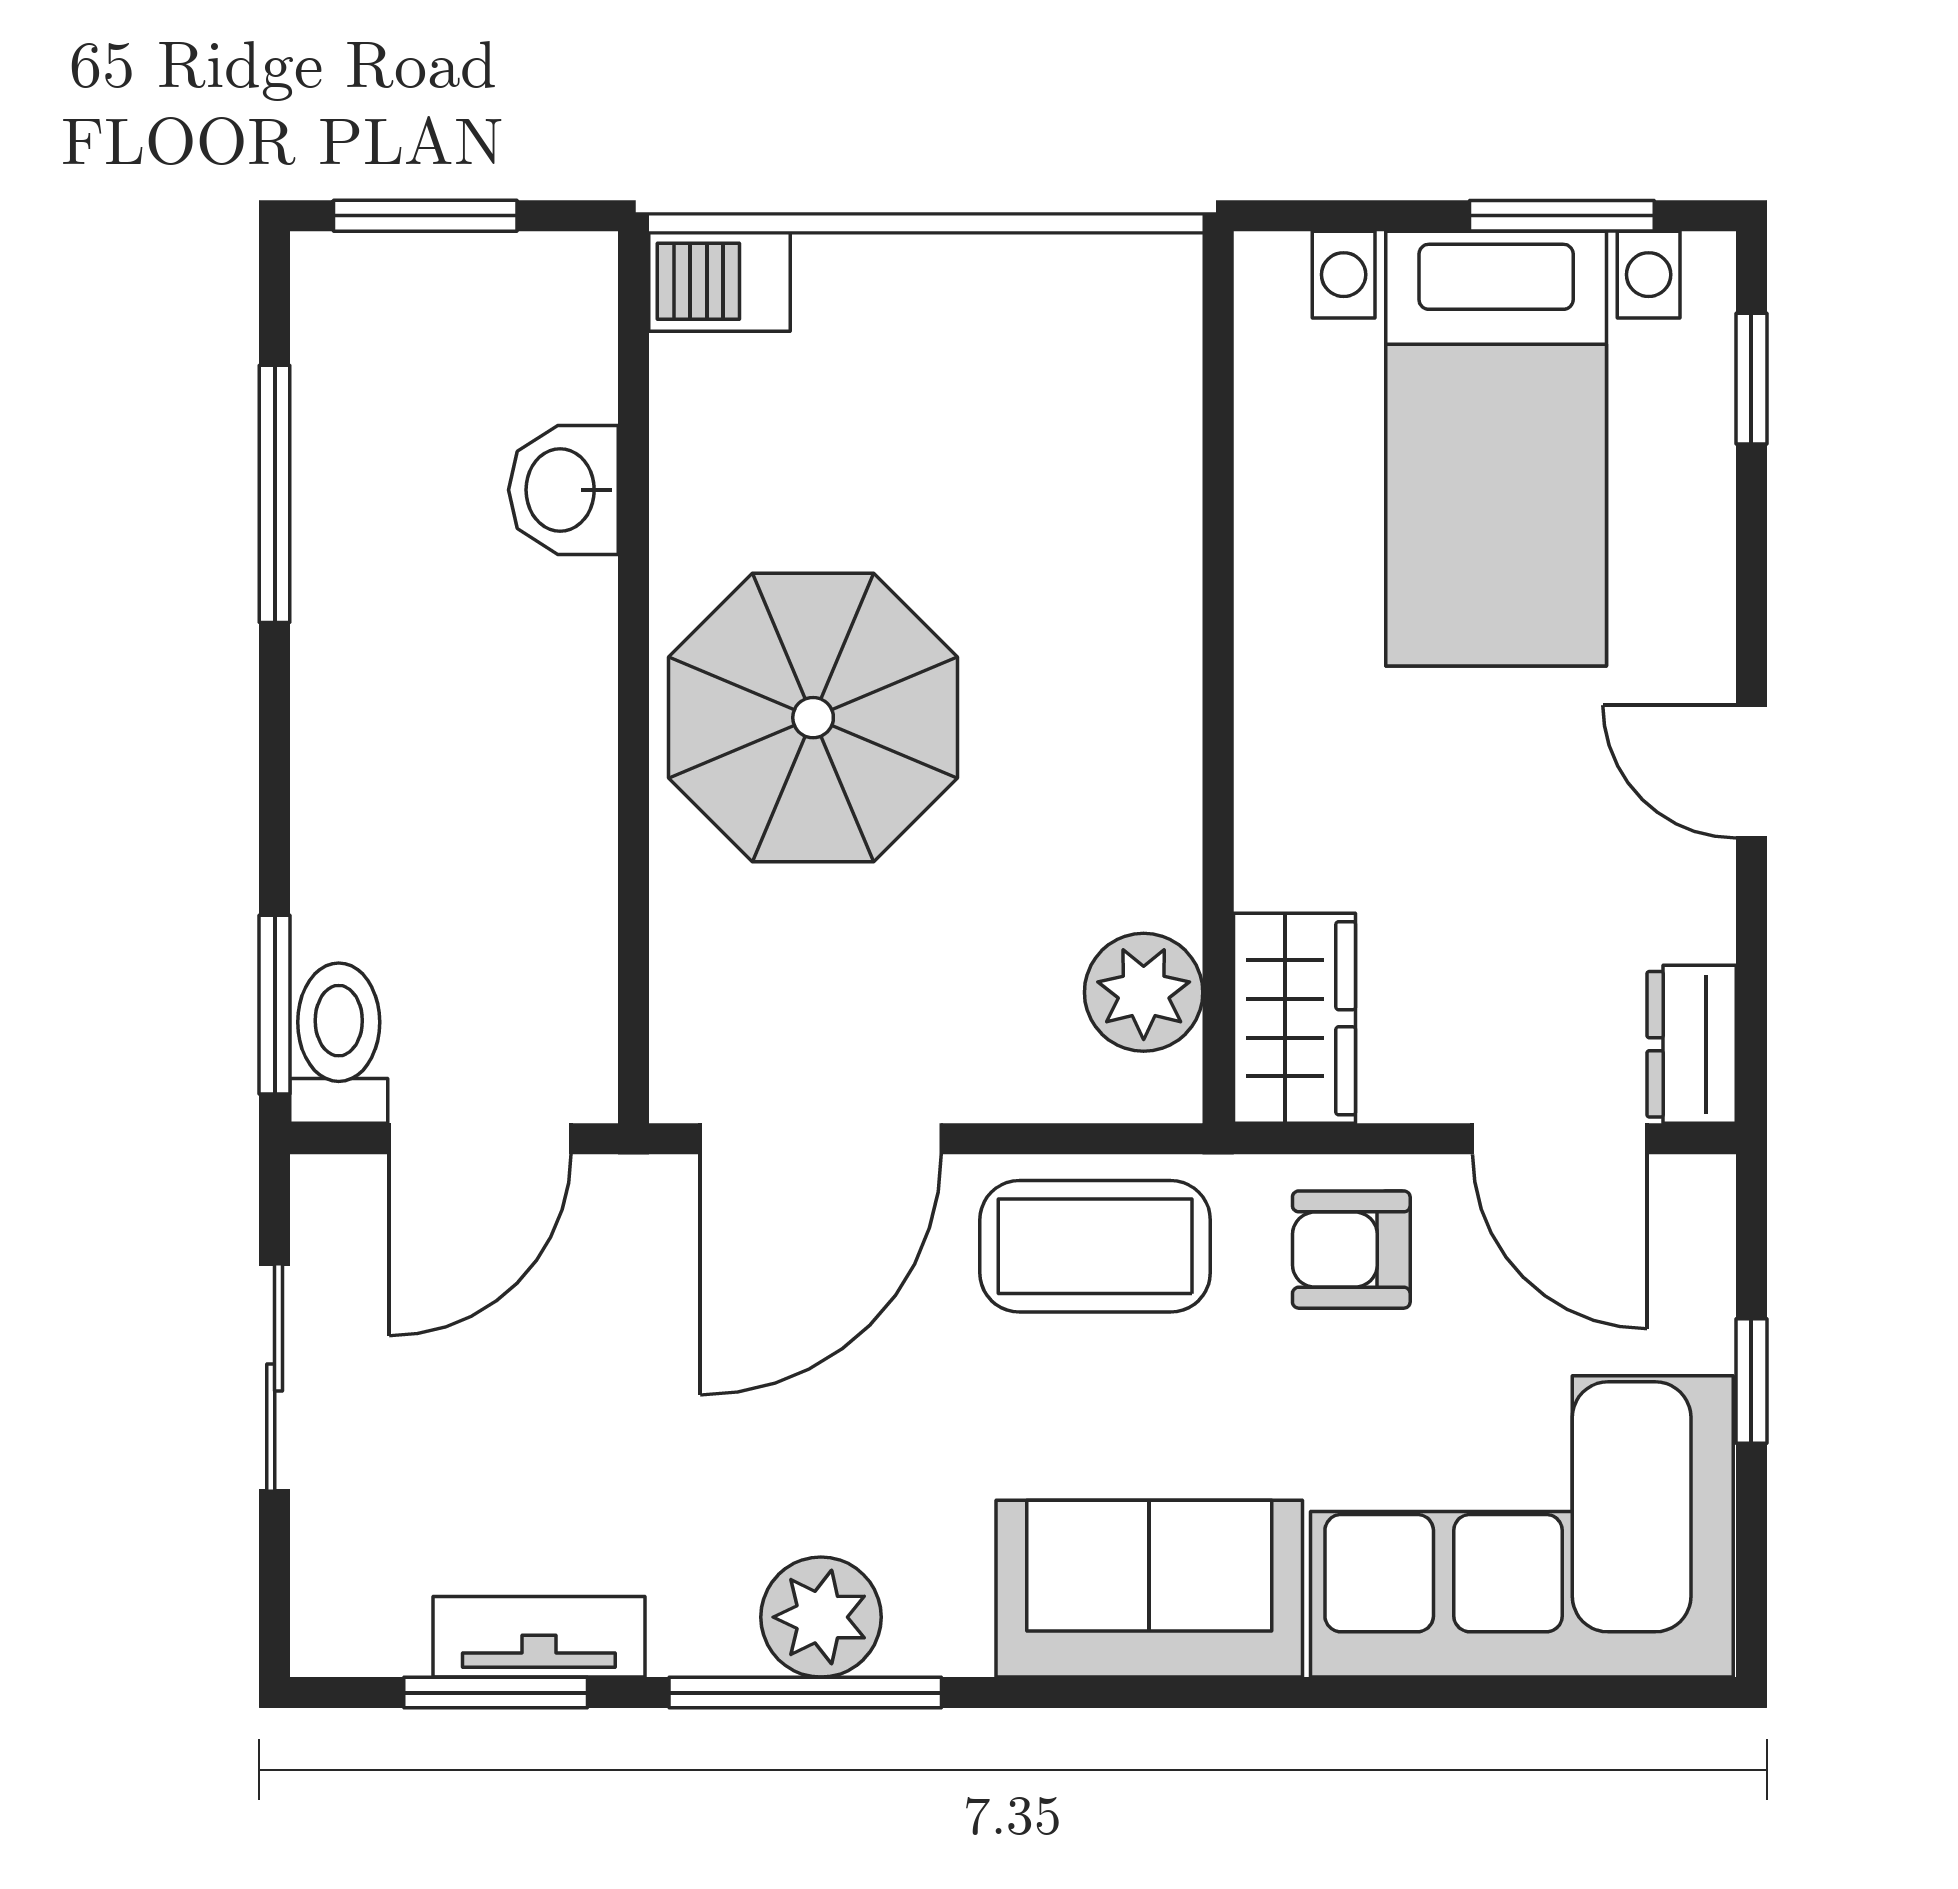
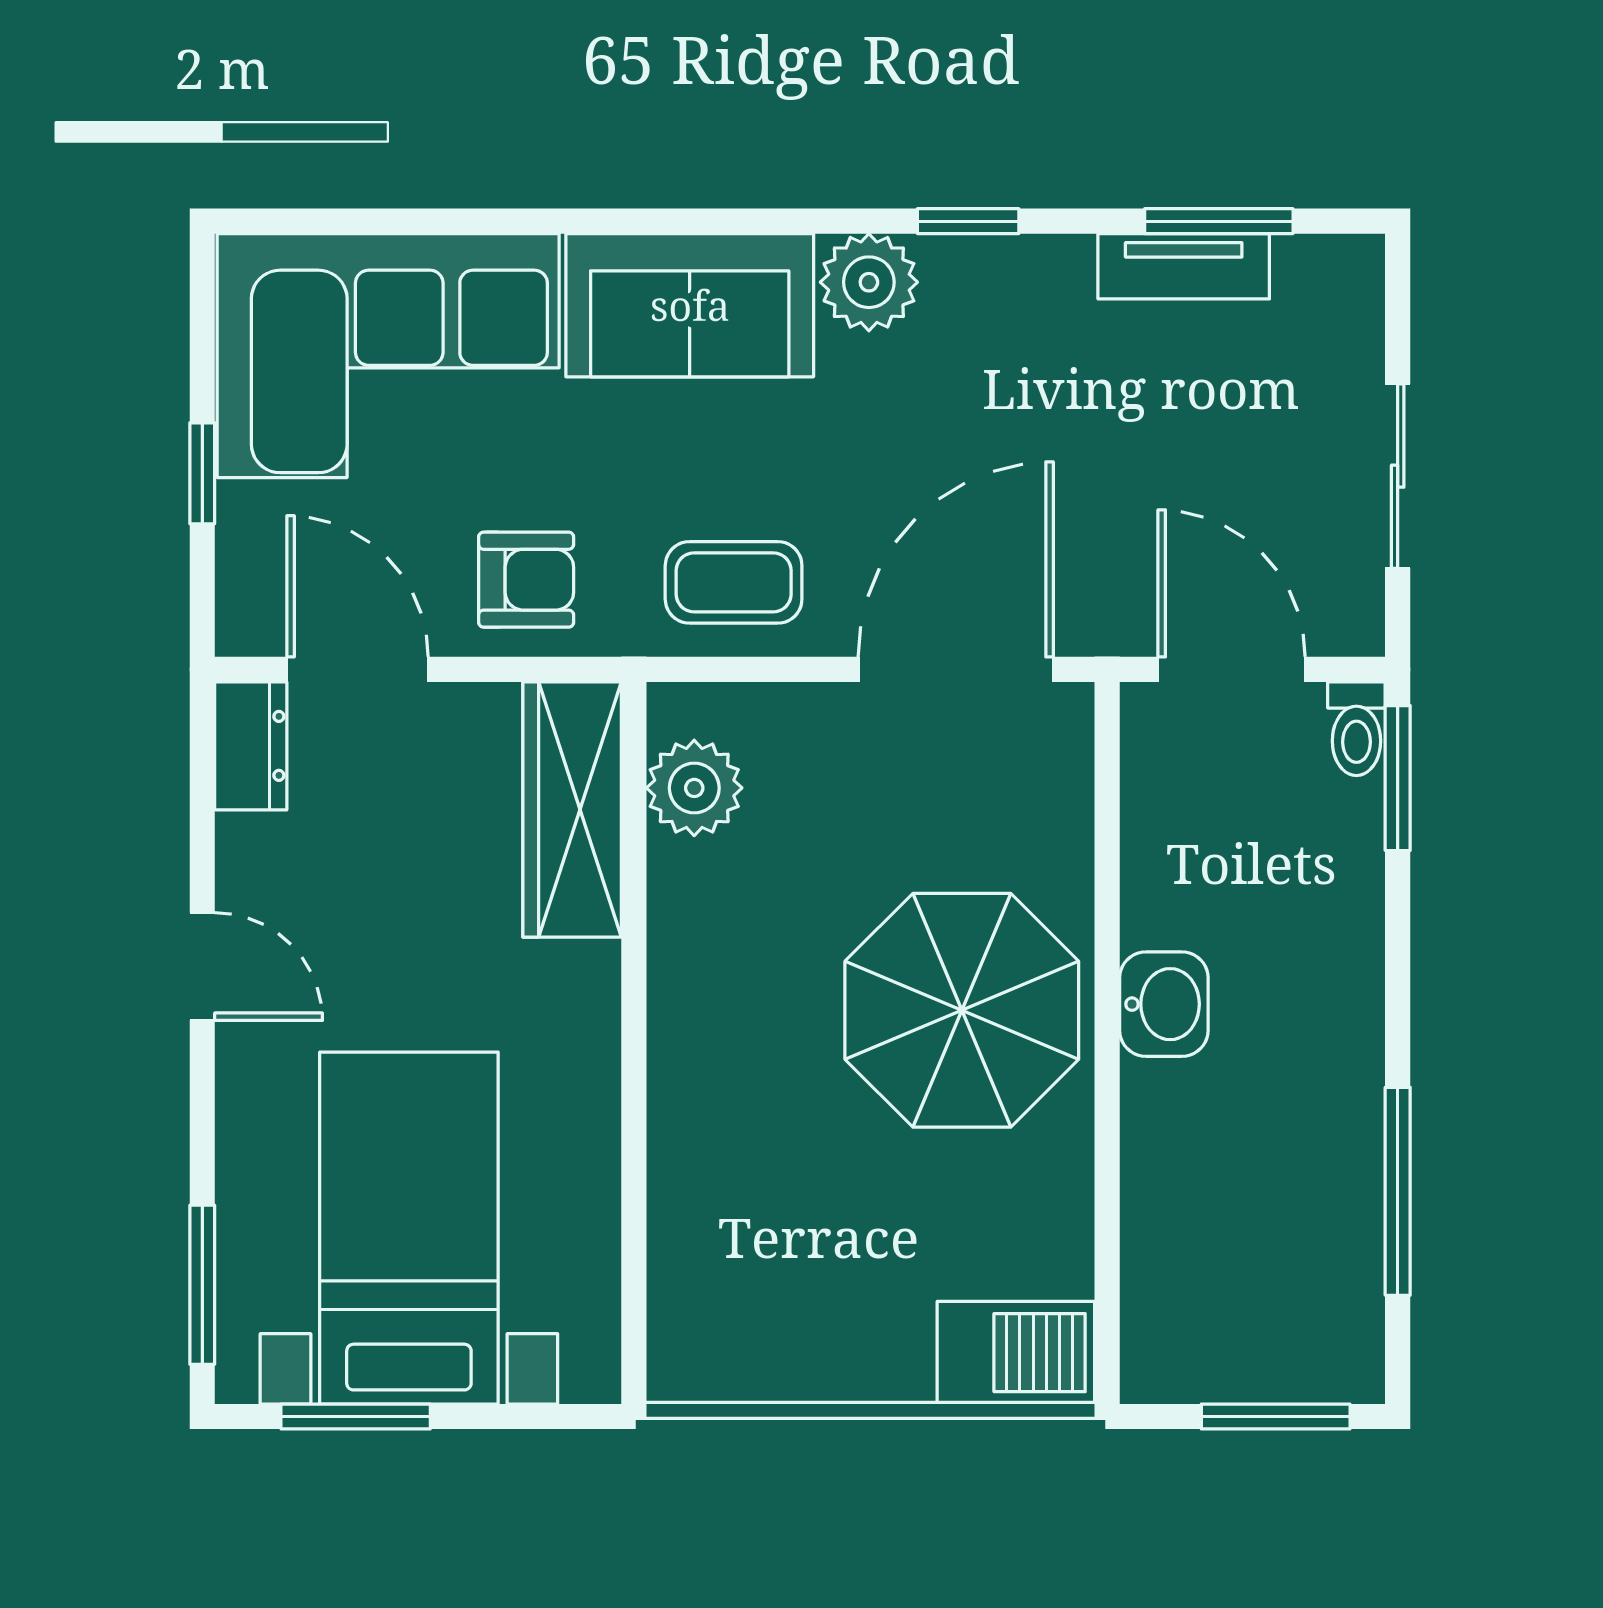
barbecue: (720, 281) -> (1016, 1353), width x1.38, depth x1.27
window: (1751, 379) -> (202, 1285), width x1.50
washbasin: (563, 490) -> (1164, 1004), moved
wardrobe: (1294, 1018) -> (572, 809), width x1.50
toilet: (339, 1043) -> (1356, 729), width x0.73, depth x0.72
door: (480, 1139) -> (1231, 669), hinge flipped
coffee table: (1095, 1246) -> (734, 582), width x0.73, depth x0.77
plant: (821, 1617) -> (869, 282), moved
window: (805, 1693) -> (968, 221), width x0.46

